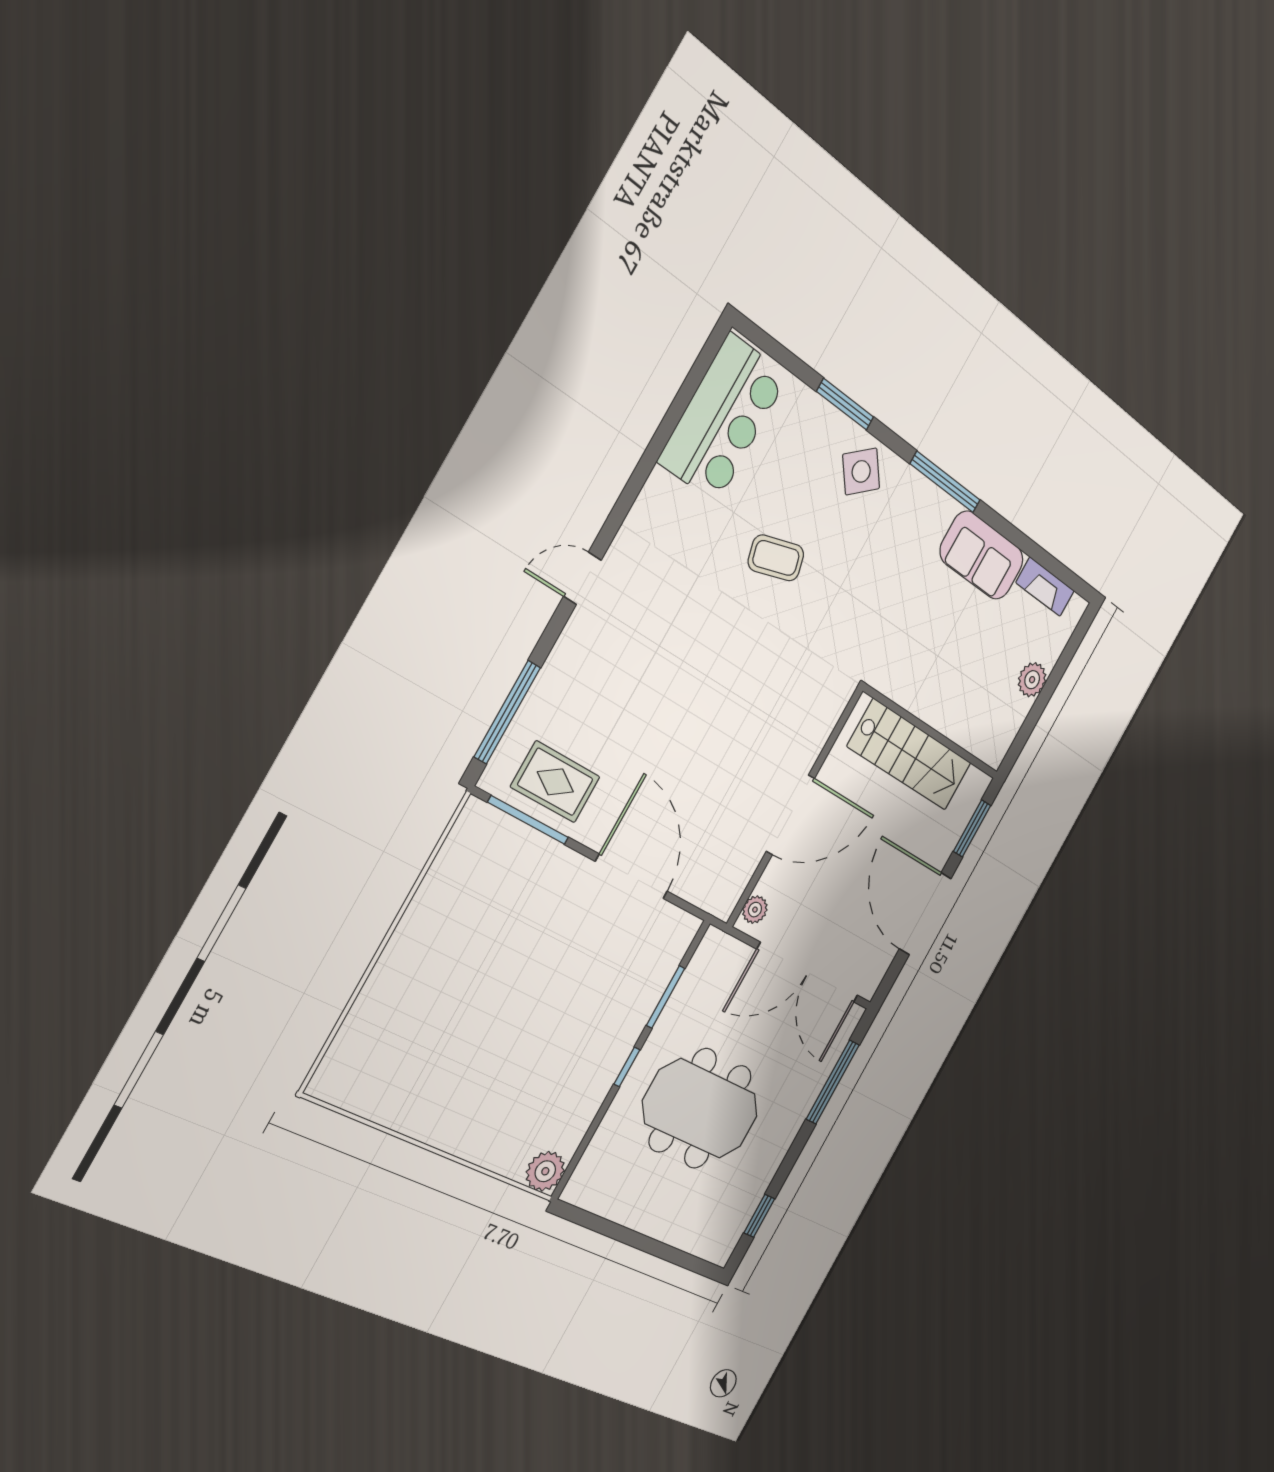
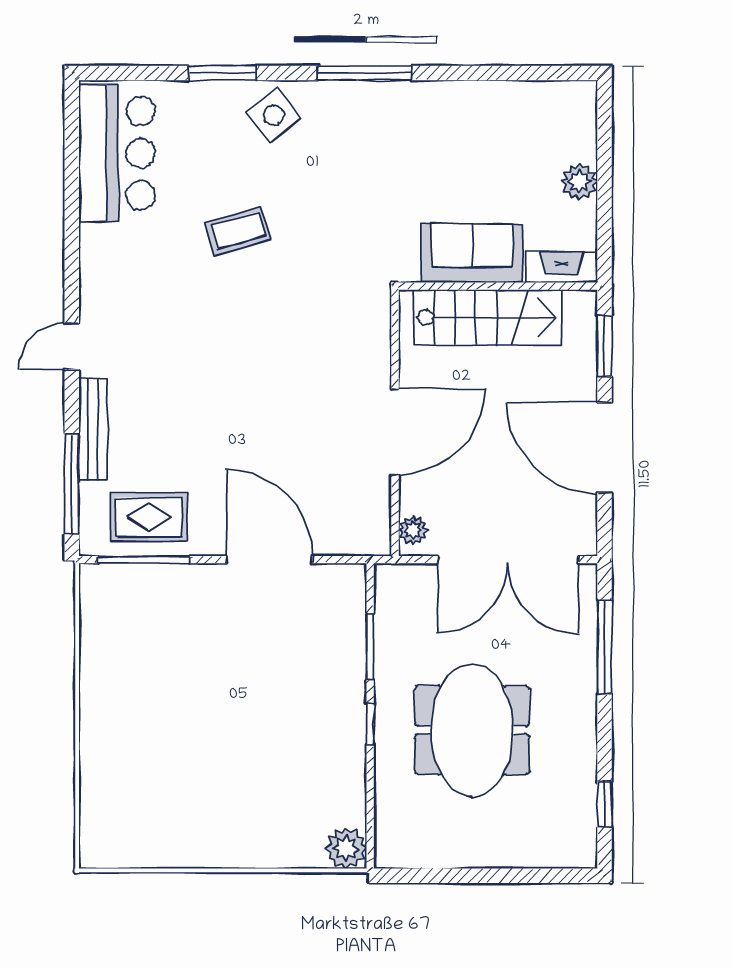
sofa: (982, 555) -> (472, 253), moved, turned 180
fireplace: (1045, 587) -> (561, 267), moved, turned 180
bench: (555, 670) -> (93, 429), added
meeting table: (700, 1109) -> (472, 730), turned 90

